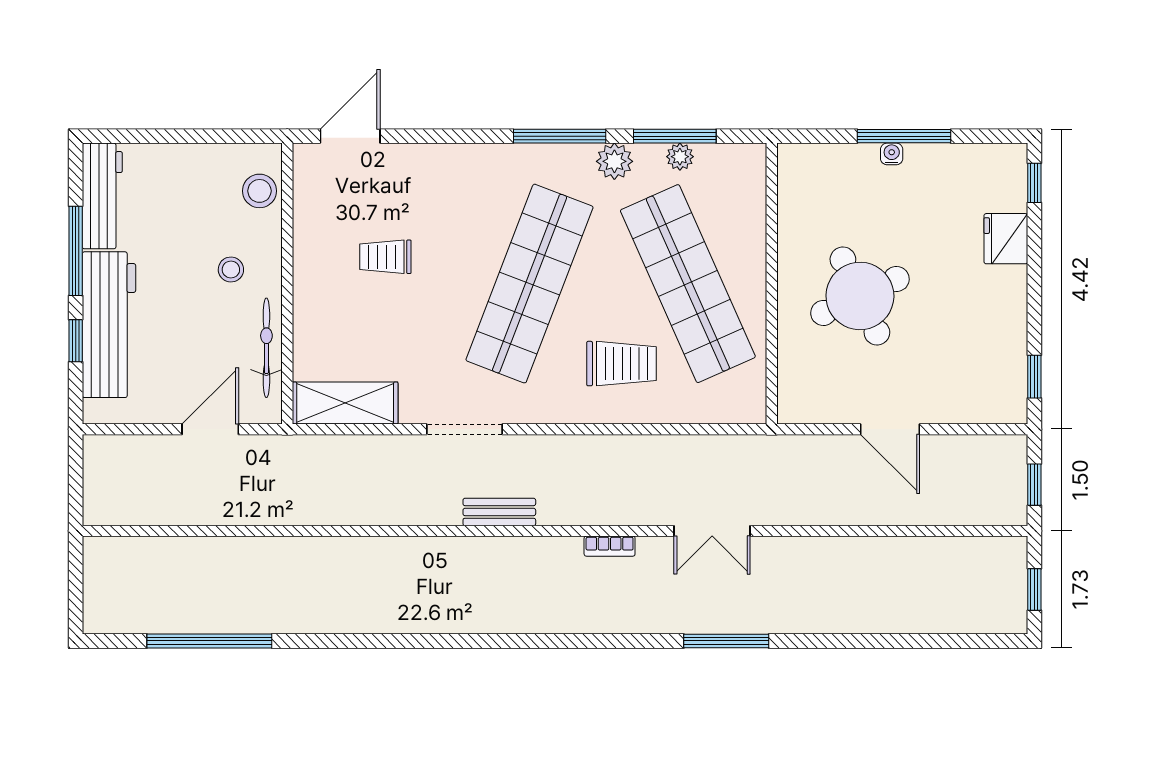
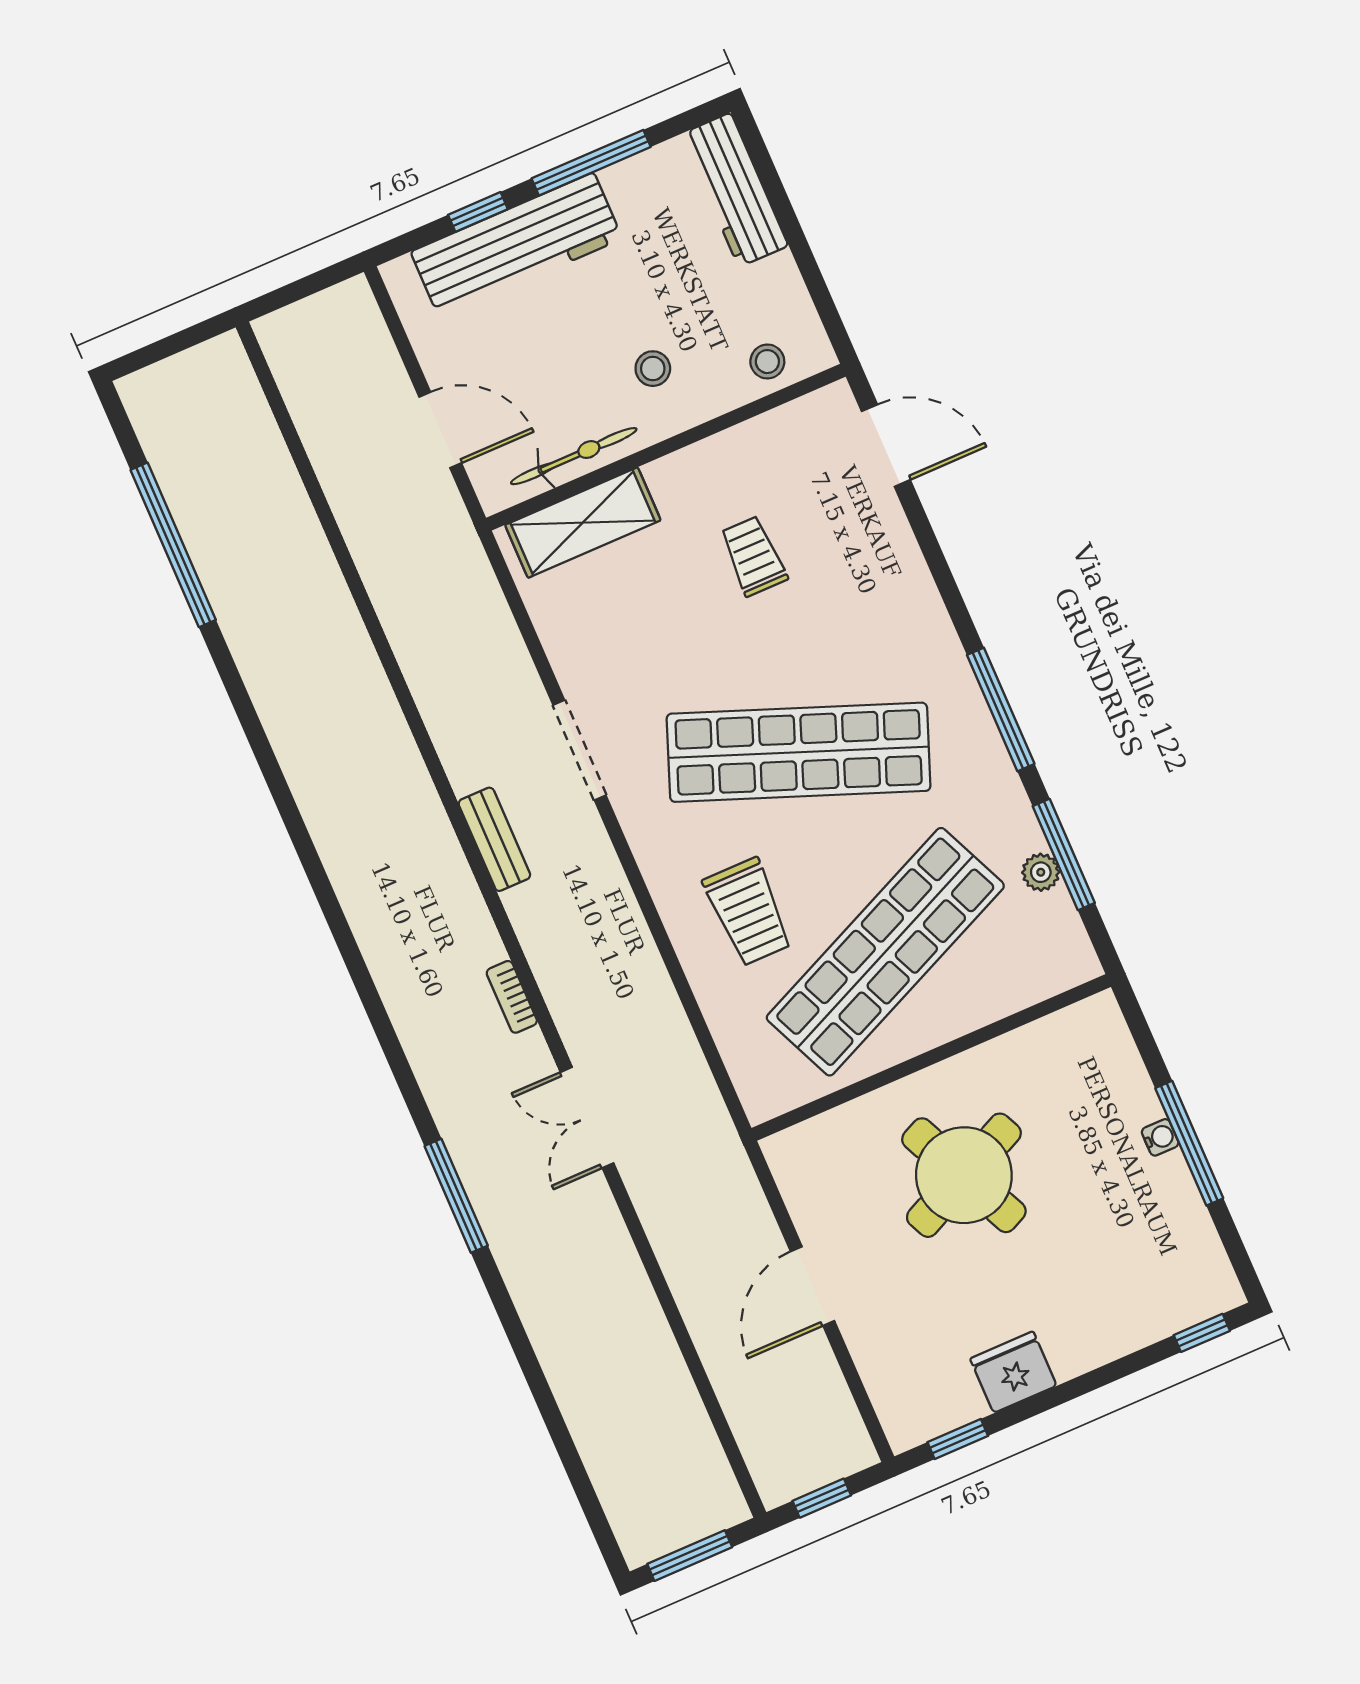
plant: (614, 161) -> (999, 792), removed
stool: (259, 191) -> (767, 362), width x0.73, depth x0.73
workbench: (102, 196) -> (735, 190), moved, turned 90
fridge: (1006, 239) -> (1013, 1372), moved
shelving: (345, 403) -> (583, 523), moved, turned 90
window: (1034, 590) -> (690, 1556), width x1.50

